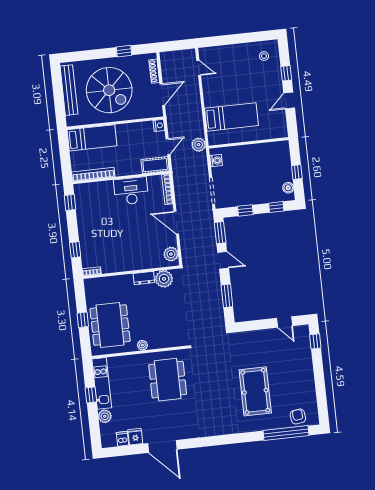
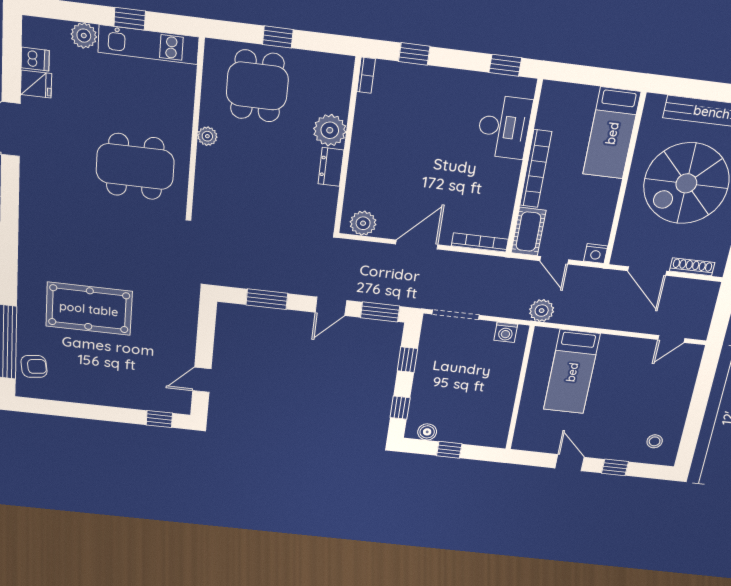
bookcase: (93, 174) -> (536, 169), moved
desk: (131, 191) -> (504, 127), moved
plant: (164, 279) -> (330, 130), moved
dining table: (110, 325) -> (257, 86), width x0.73

